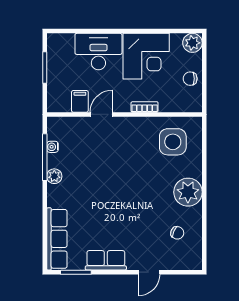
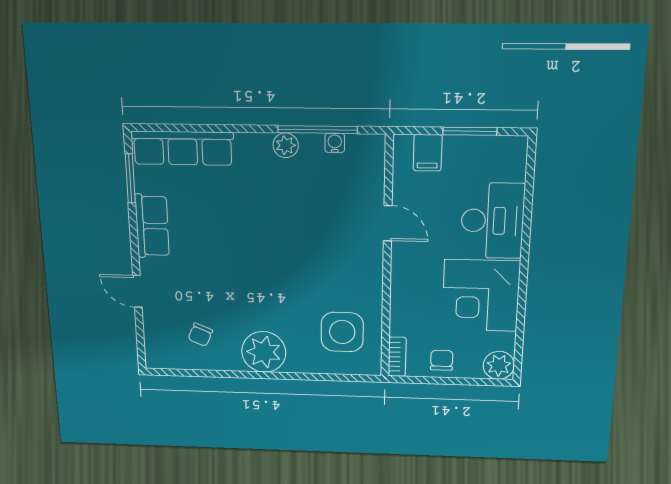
filing cabinet: (80, 101) -> (428, 153), moved, turned 90
bookcase: (145, 107) -> (397, 357), moved

